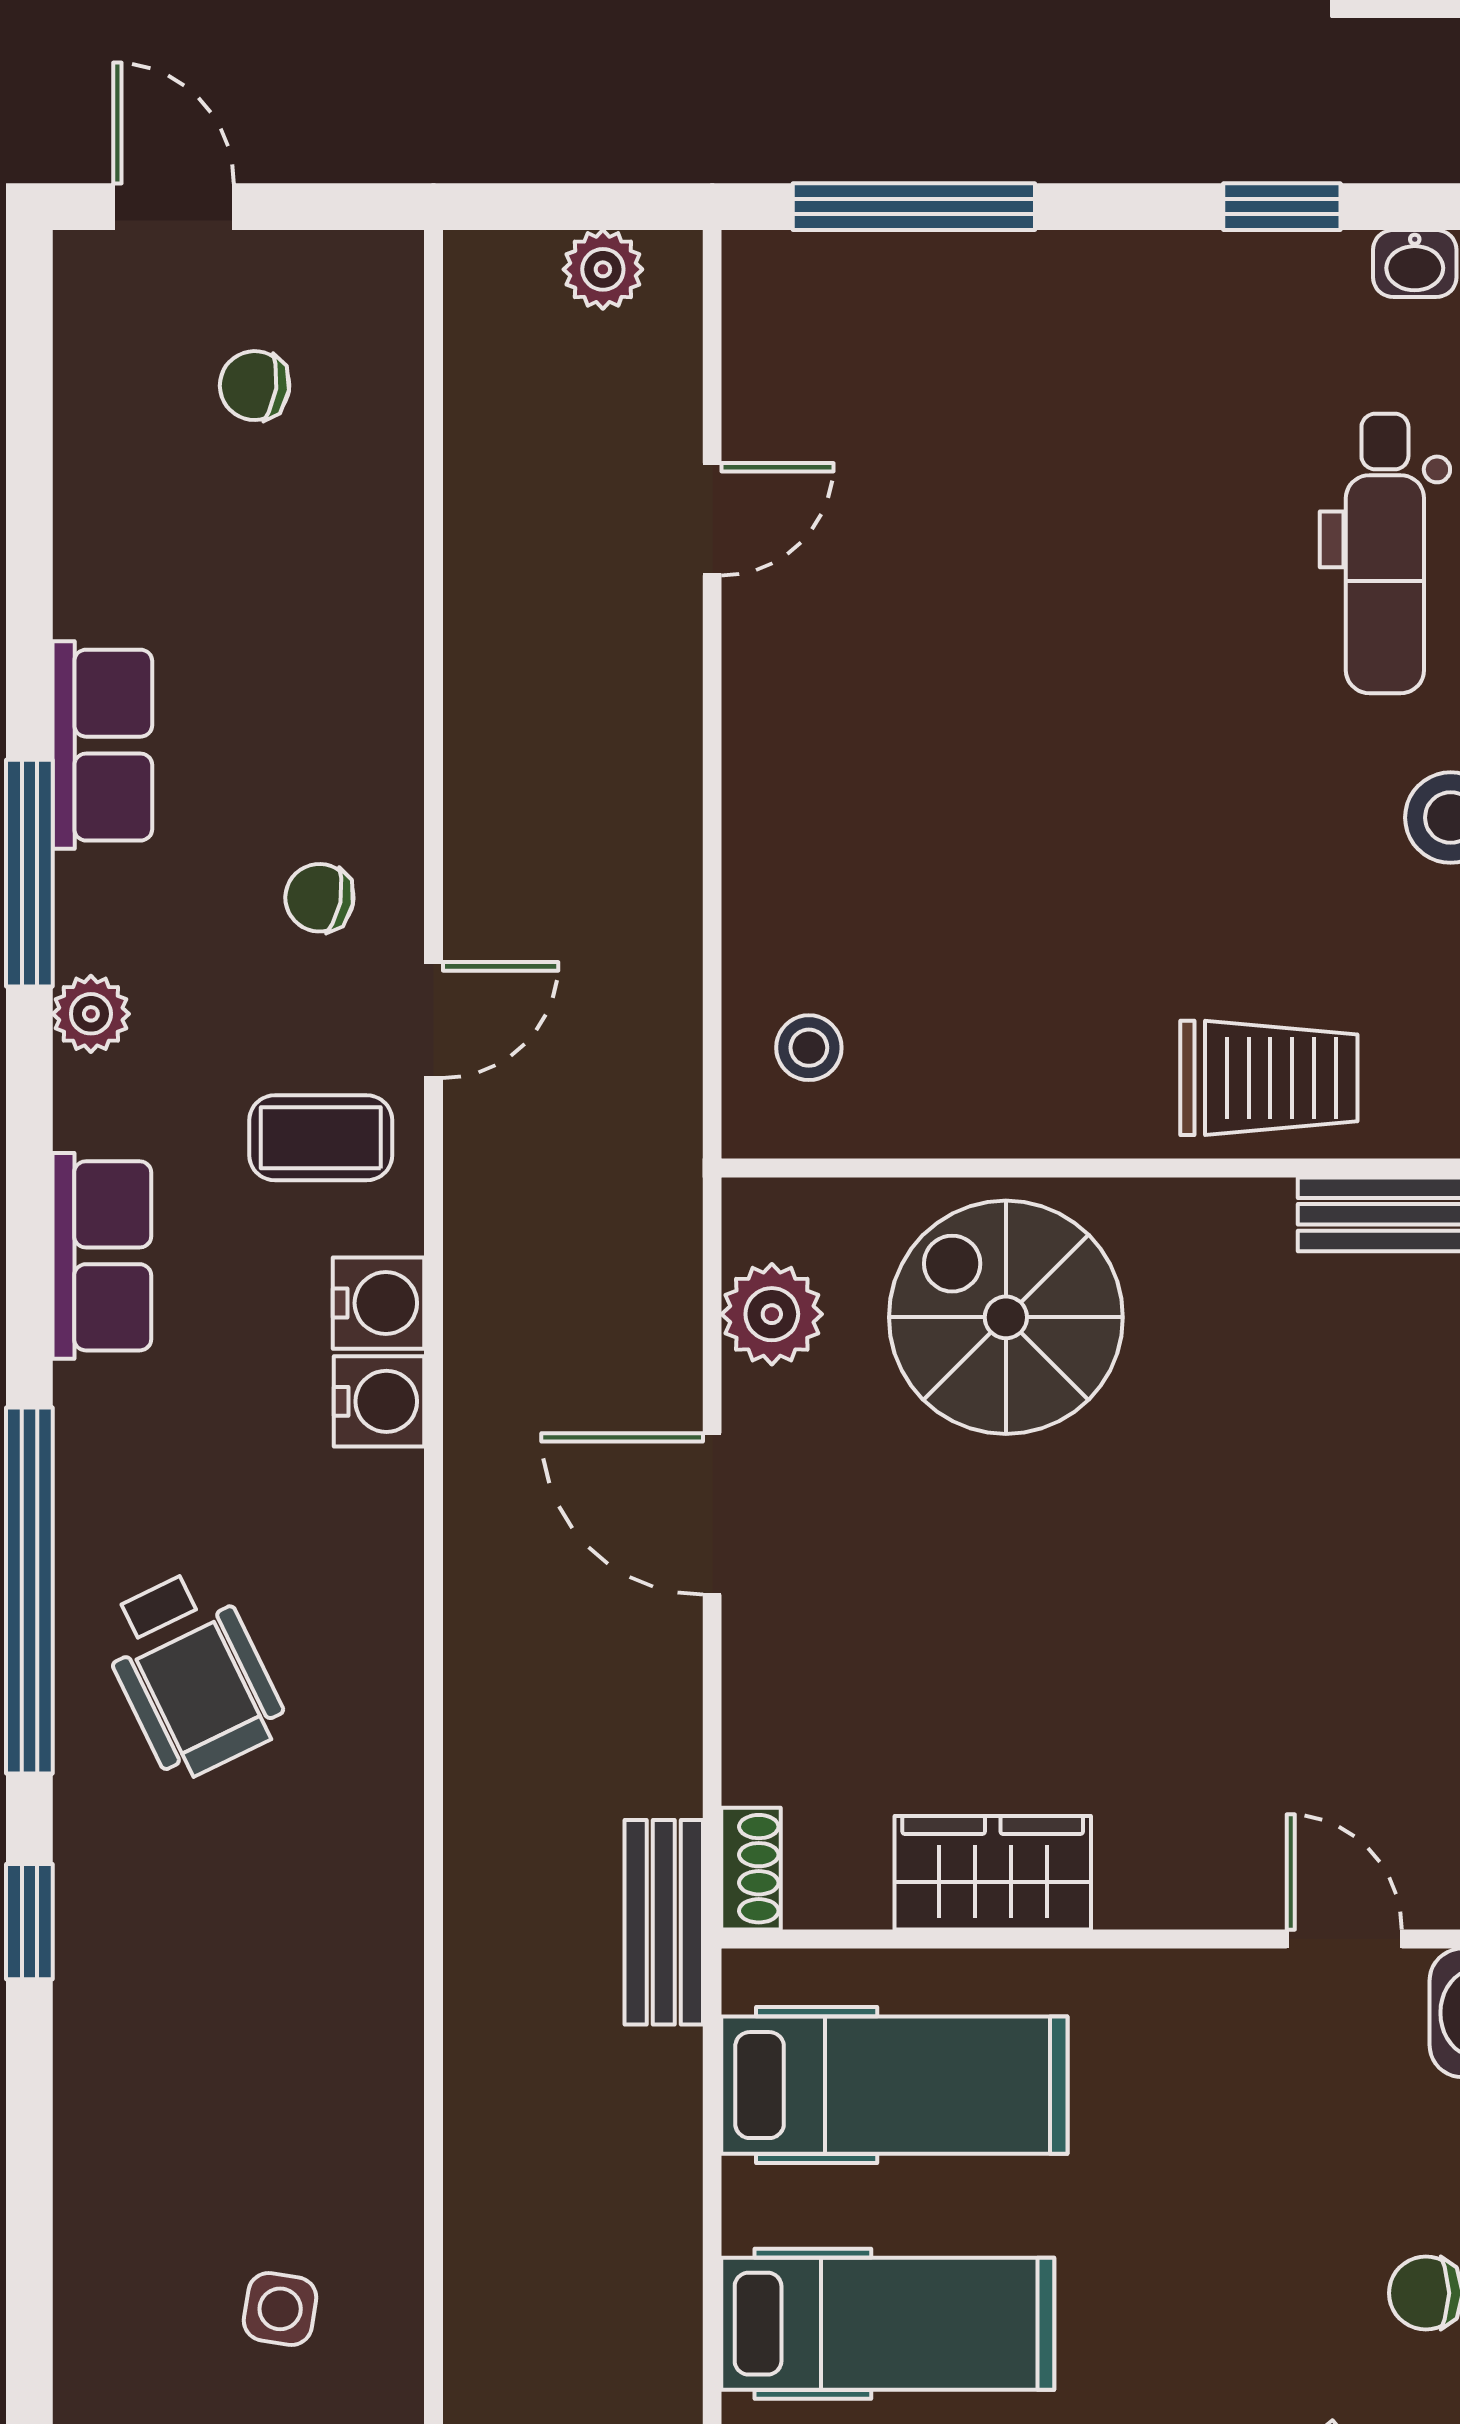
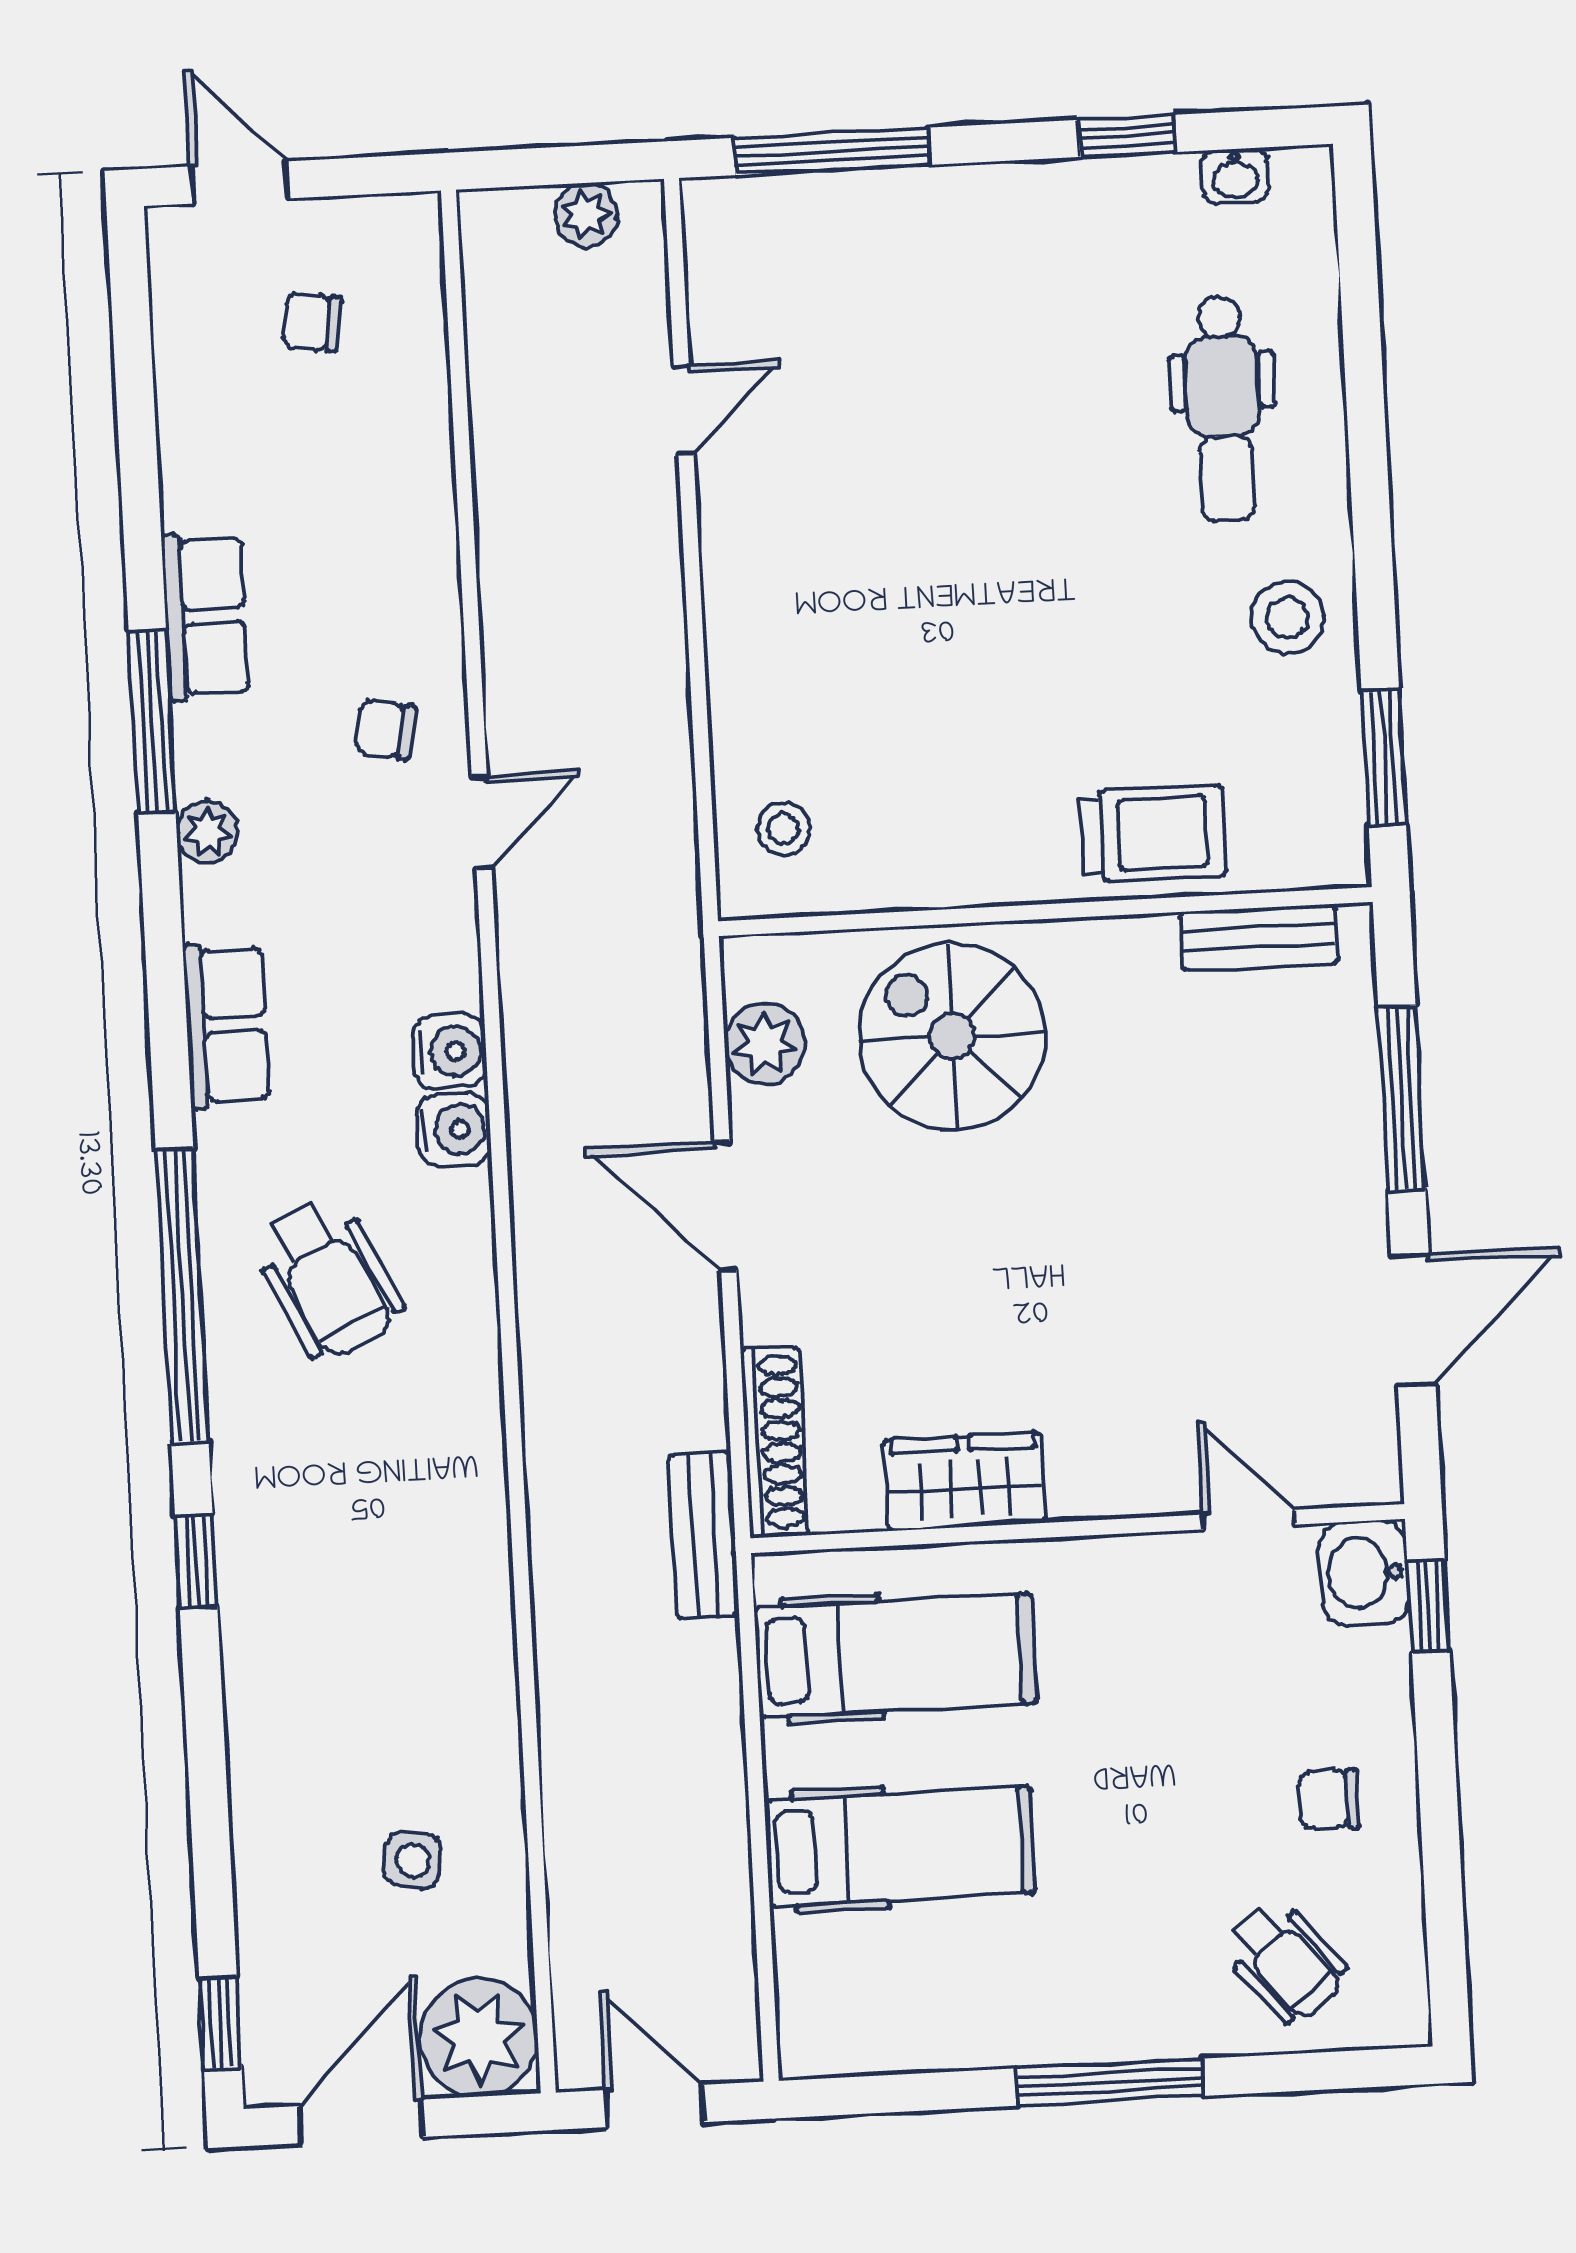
coffee table: (321, 1138) -> (396, 921), removed
wheelchair: (192, 1674) -> (328, 1279), moved
shoe rack: (751, 1869) -> (775, 1442), width x1.94, depth x1.24

